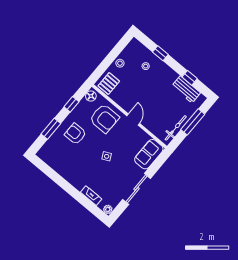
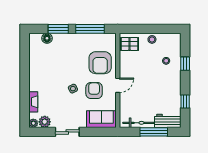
workbench: (186, 89) -> (168, 121), moved, turned 90
floor lamp: (91, 96) -> (47, 38), moved
window: (71, 104) -> (90, 29), width x2.17
armchair: (75, 134) -> (94, 91), moved
sliding door: (137, 189) -> (67, 132), width x0.73
plant: (114, 200) -> (45, 122), added

